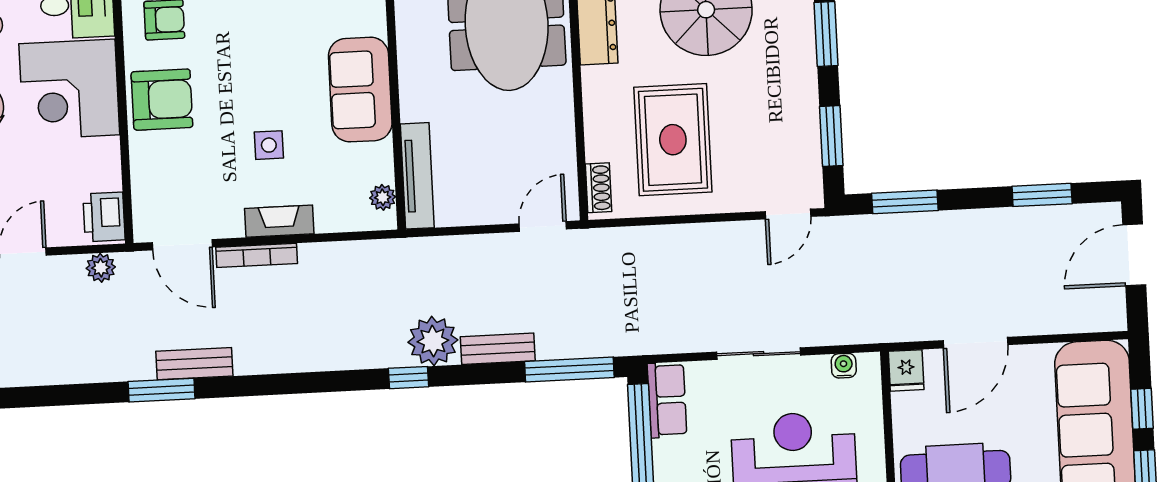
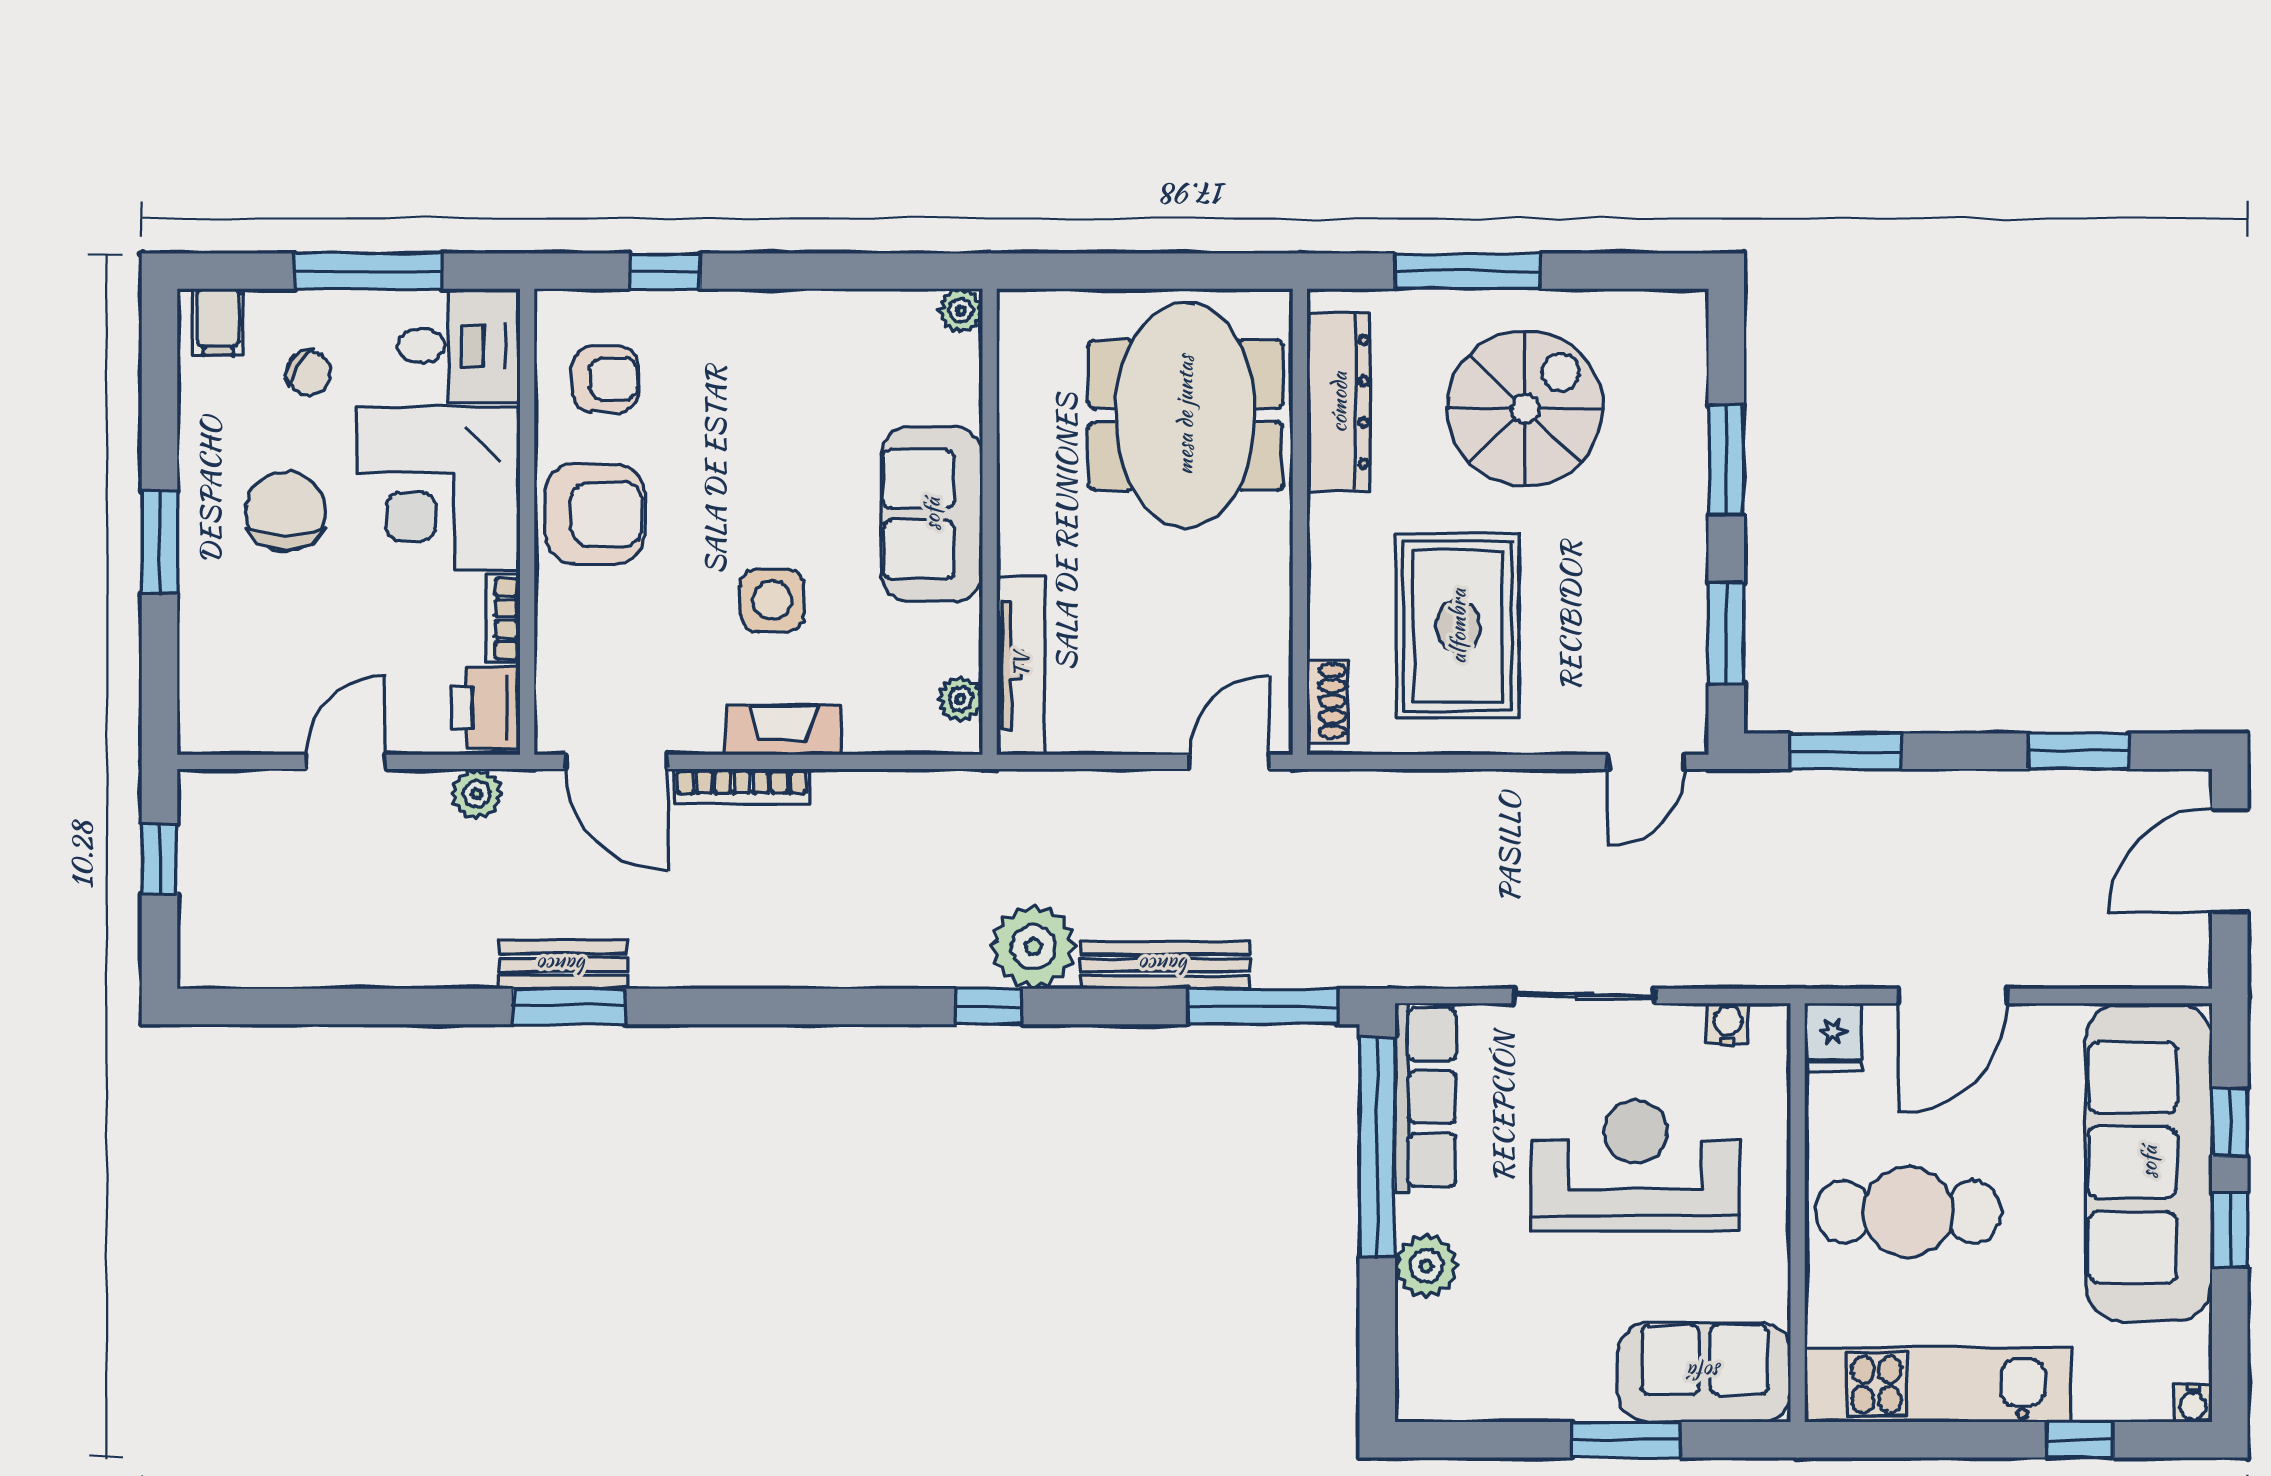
side table: (269, 145) -> (772, 600), width x1.37, depth x1.37
bookcase: (111, 164) -> (503, 619), added
bench: (498, 349) -> (1165, 965), width x1.36
bench: (194, 364) -> (563, 965), moved
row of seats: (667, 400) -> (1425, 1097), width x1.48

